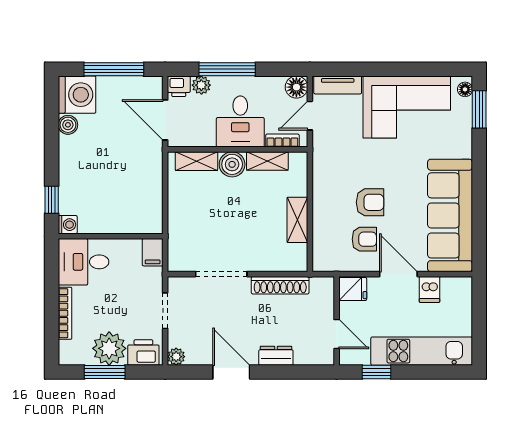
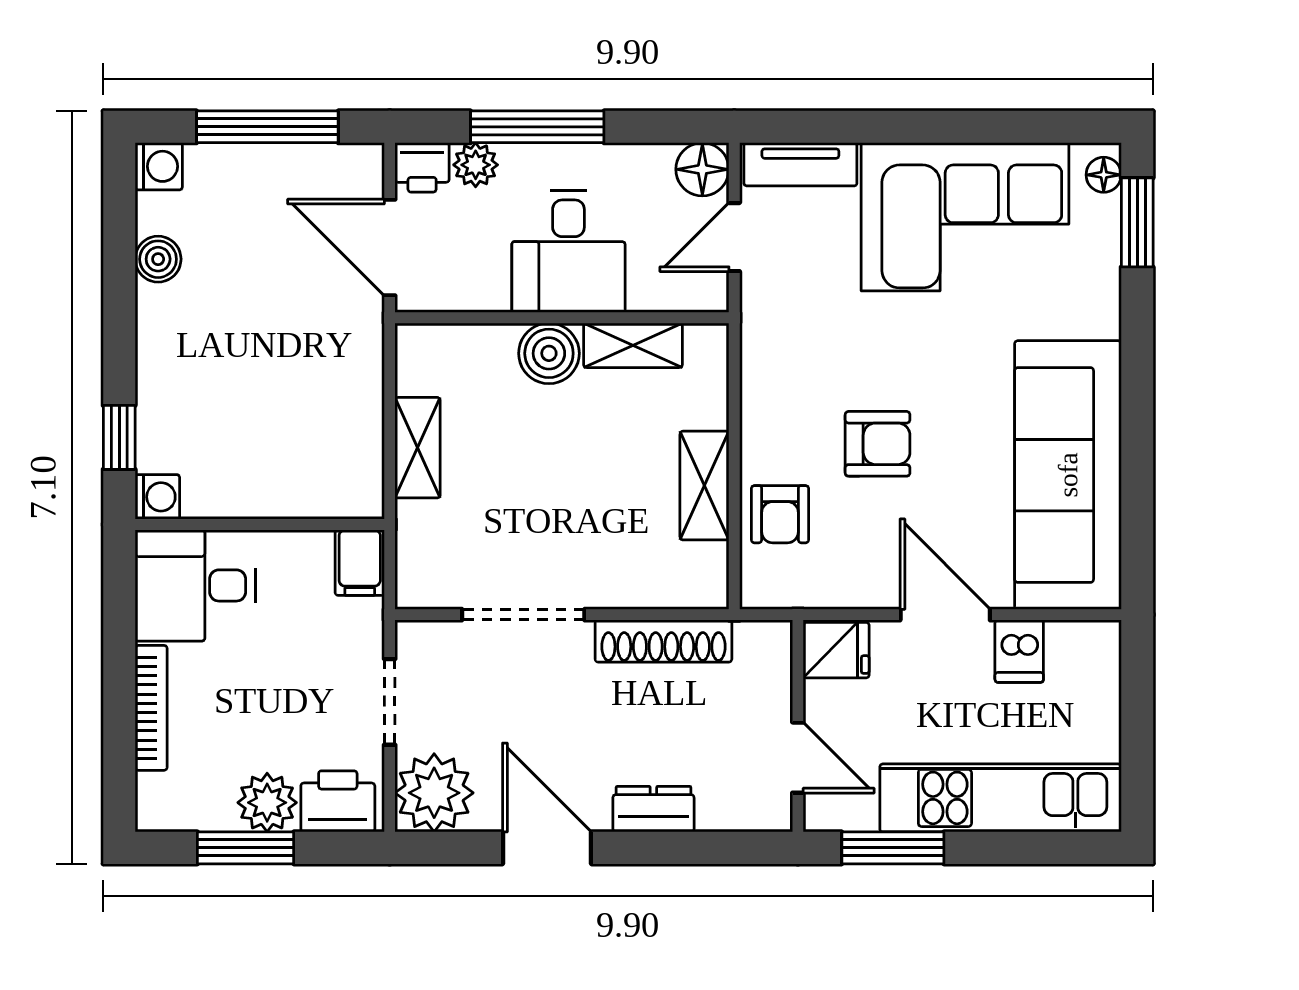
washing machine: (77, 95) -> (159, 166), width x0.53, depth x0.53
bookcase: (282, 141) -> (669, 297), removed
shelving: (196, 161) -> (418, 448), moved, turned 90
armchair: (364, 239) -> (780, 514), moved, turned 90
plant: (109, 348) -> (267, 803), width x0.73, depth x0.73
plant: (176, 357) -> (434, 793), width x1.88, depth x1.88
window: (376, 372) -> (893, 848), width x1.50

